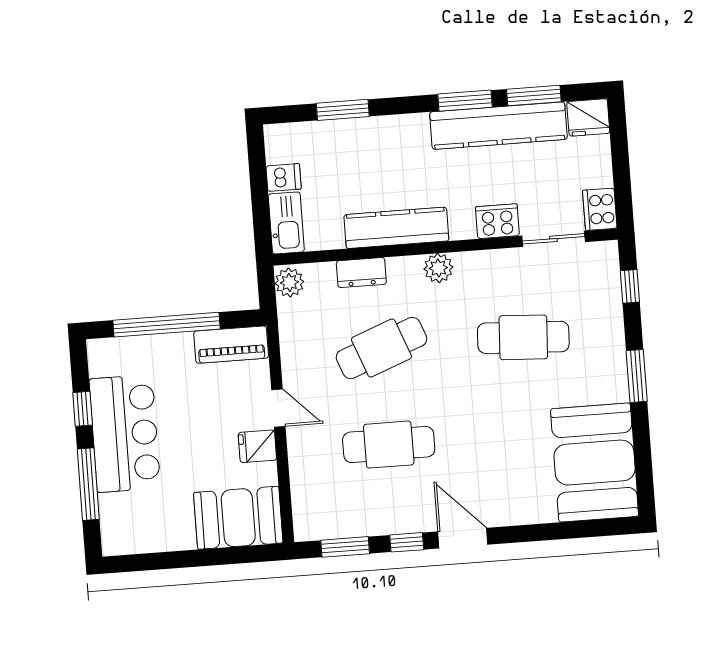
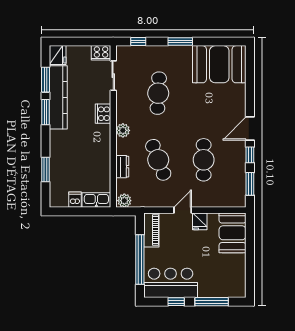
cooker: (497, 221) -> (103, 114), moved
kitchen counter: (396, 228) -> (103, 149), removed
bar counter: (125, 433) -> (171, 283), moved

